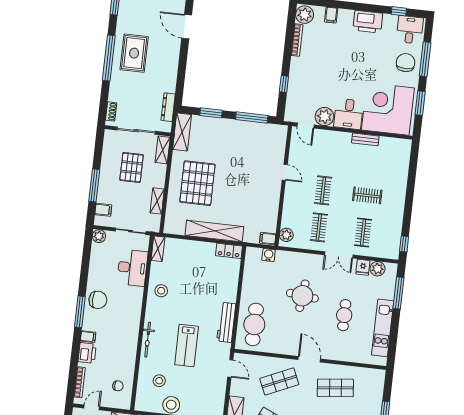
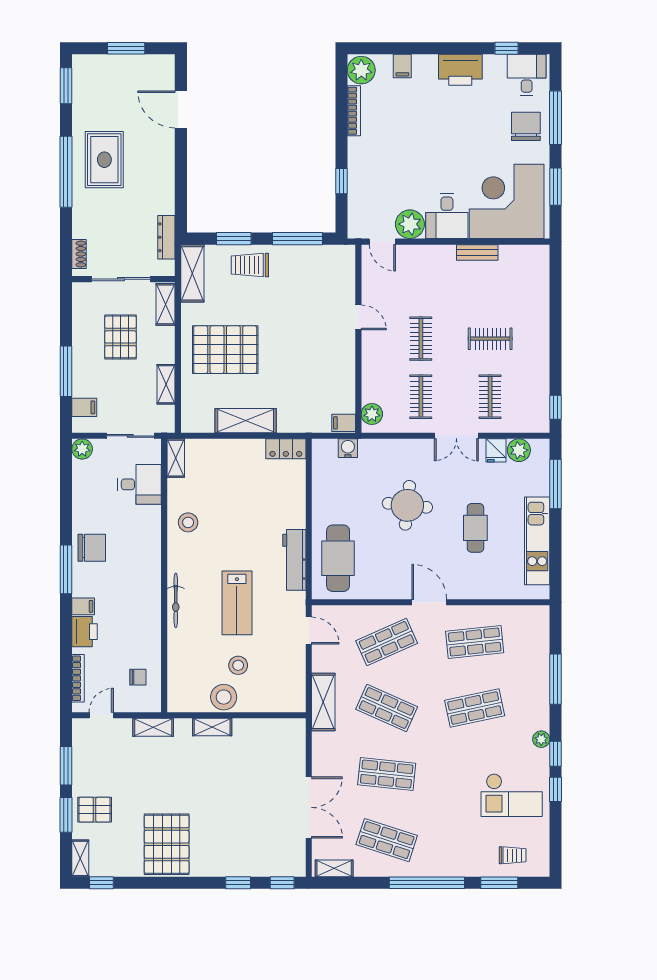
trolley: (219, 131) -> (250, 265), added
pallet: (197, 183) -> (225, 350), turned 90
shelving: (214, 231) -> (246, 421), width x0.68
desk: (132, 268) -> (140, 484), width x0.73
stool: (159, 381) -> (238, 665), moved

